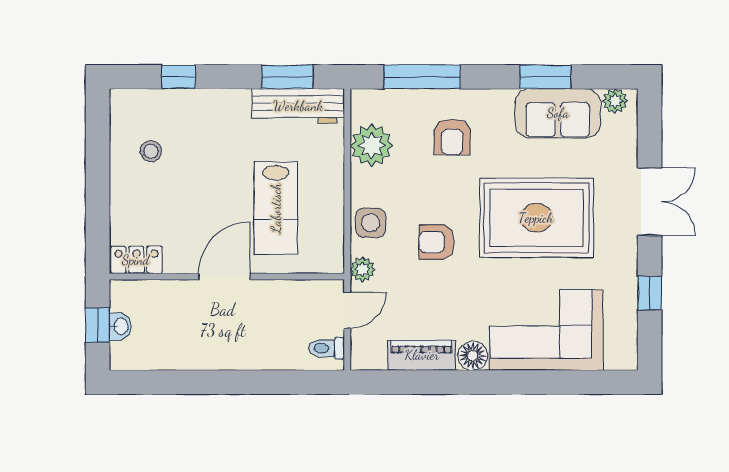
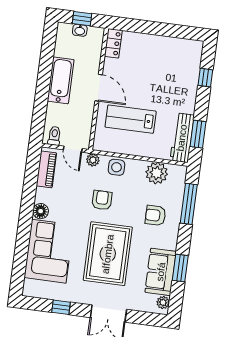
stool: (151, 151) -> (169, 58), removed
bathtub: (220, 350) -> (61, 80), added
piano: (422, 355) -> (46, 169), moved

